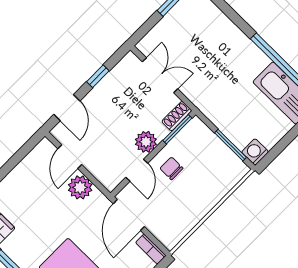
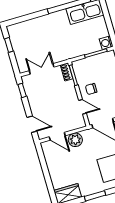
window: (98, 76) -> (22, 90), moved
plant: (146, 142) -> (71, 94), removed

